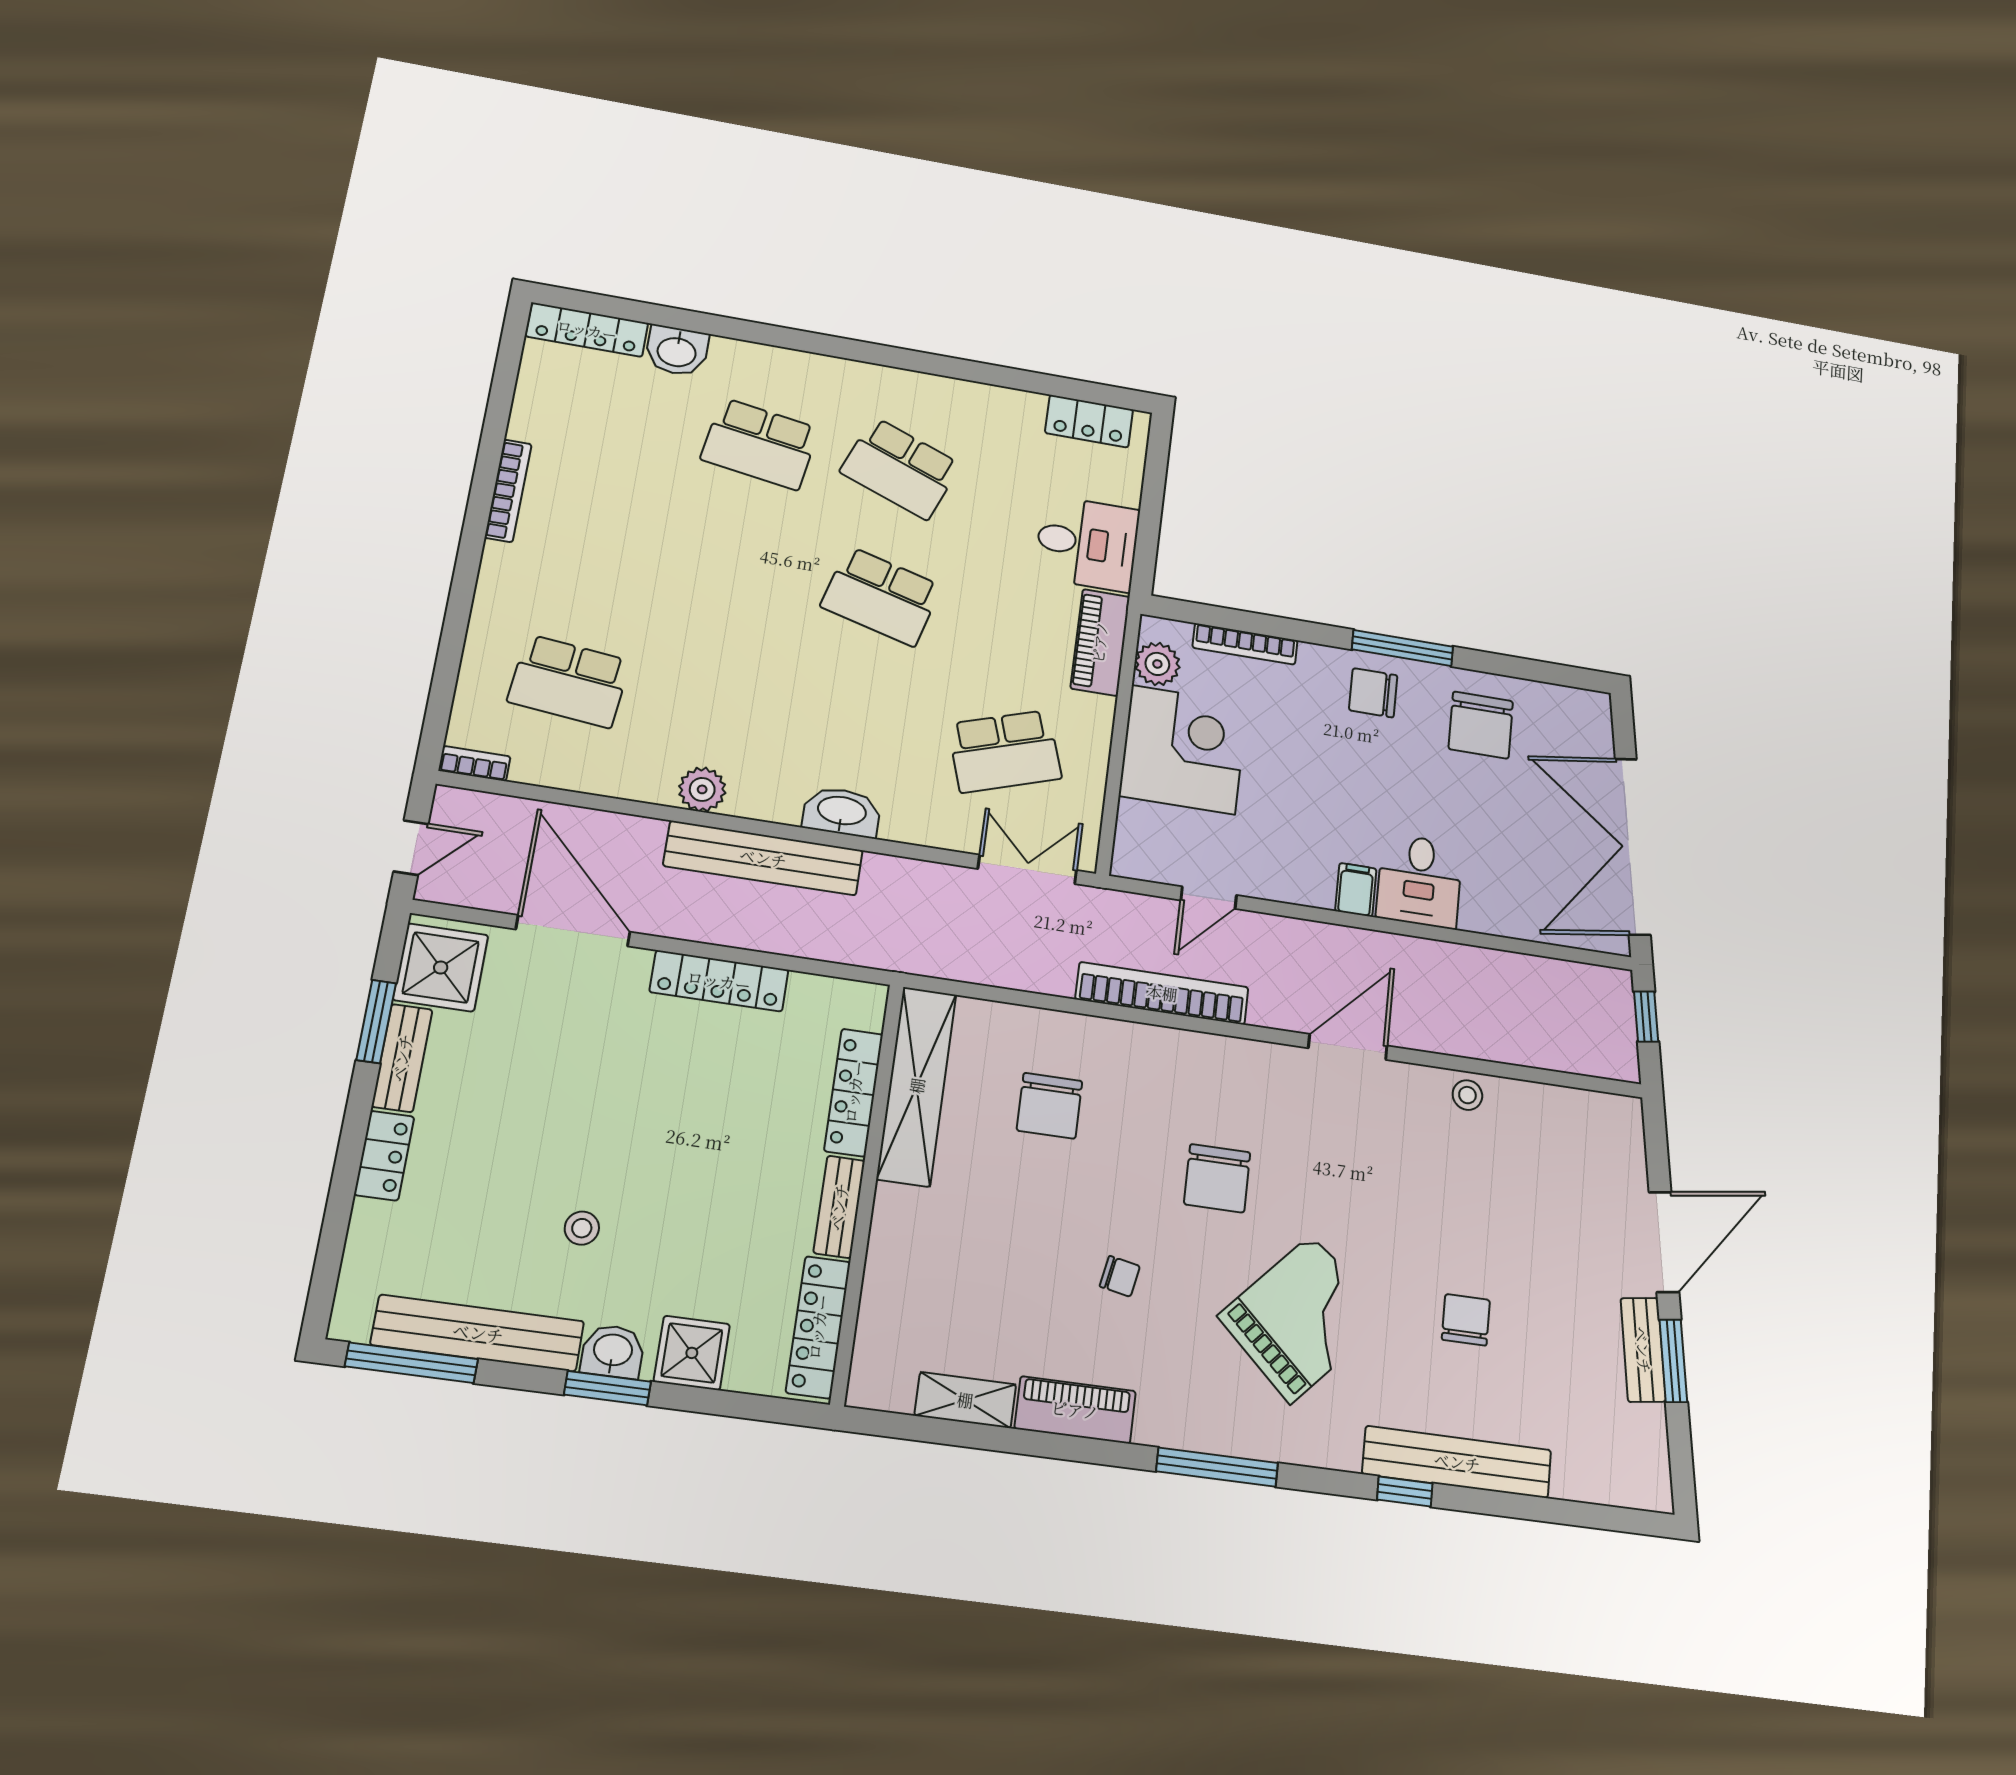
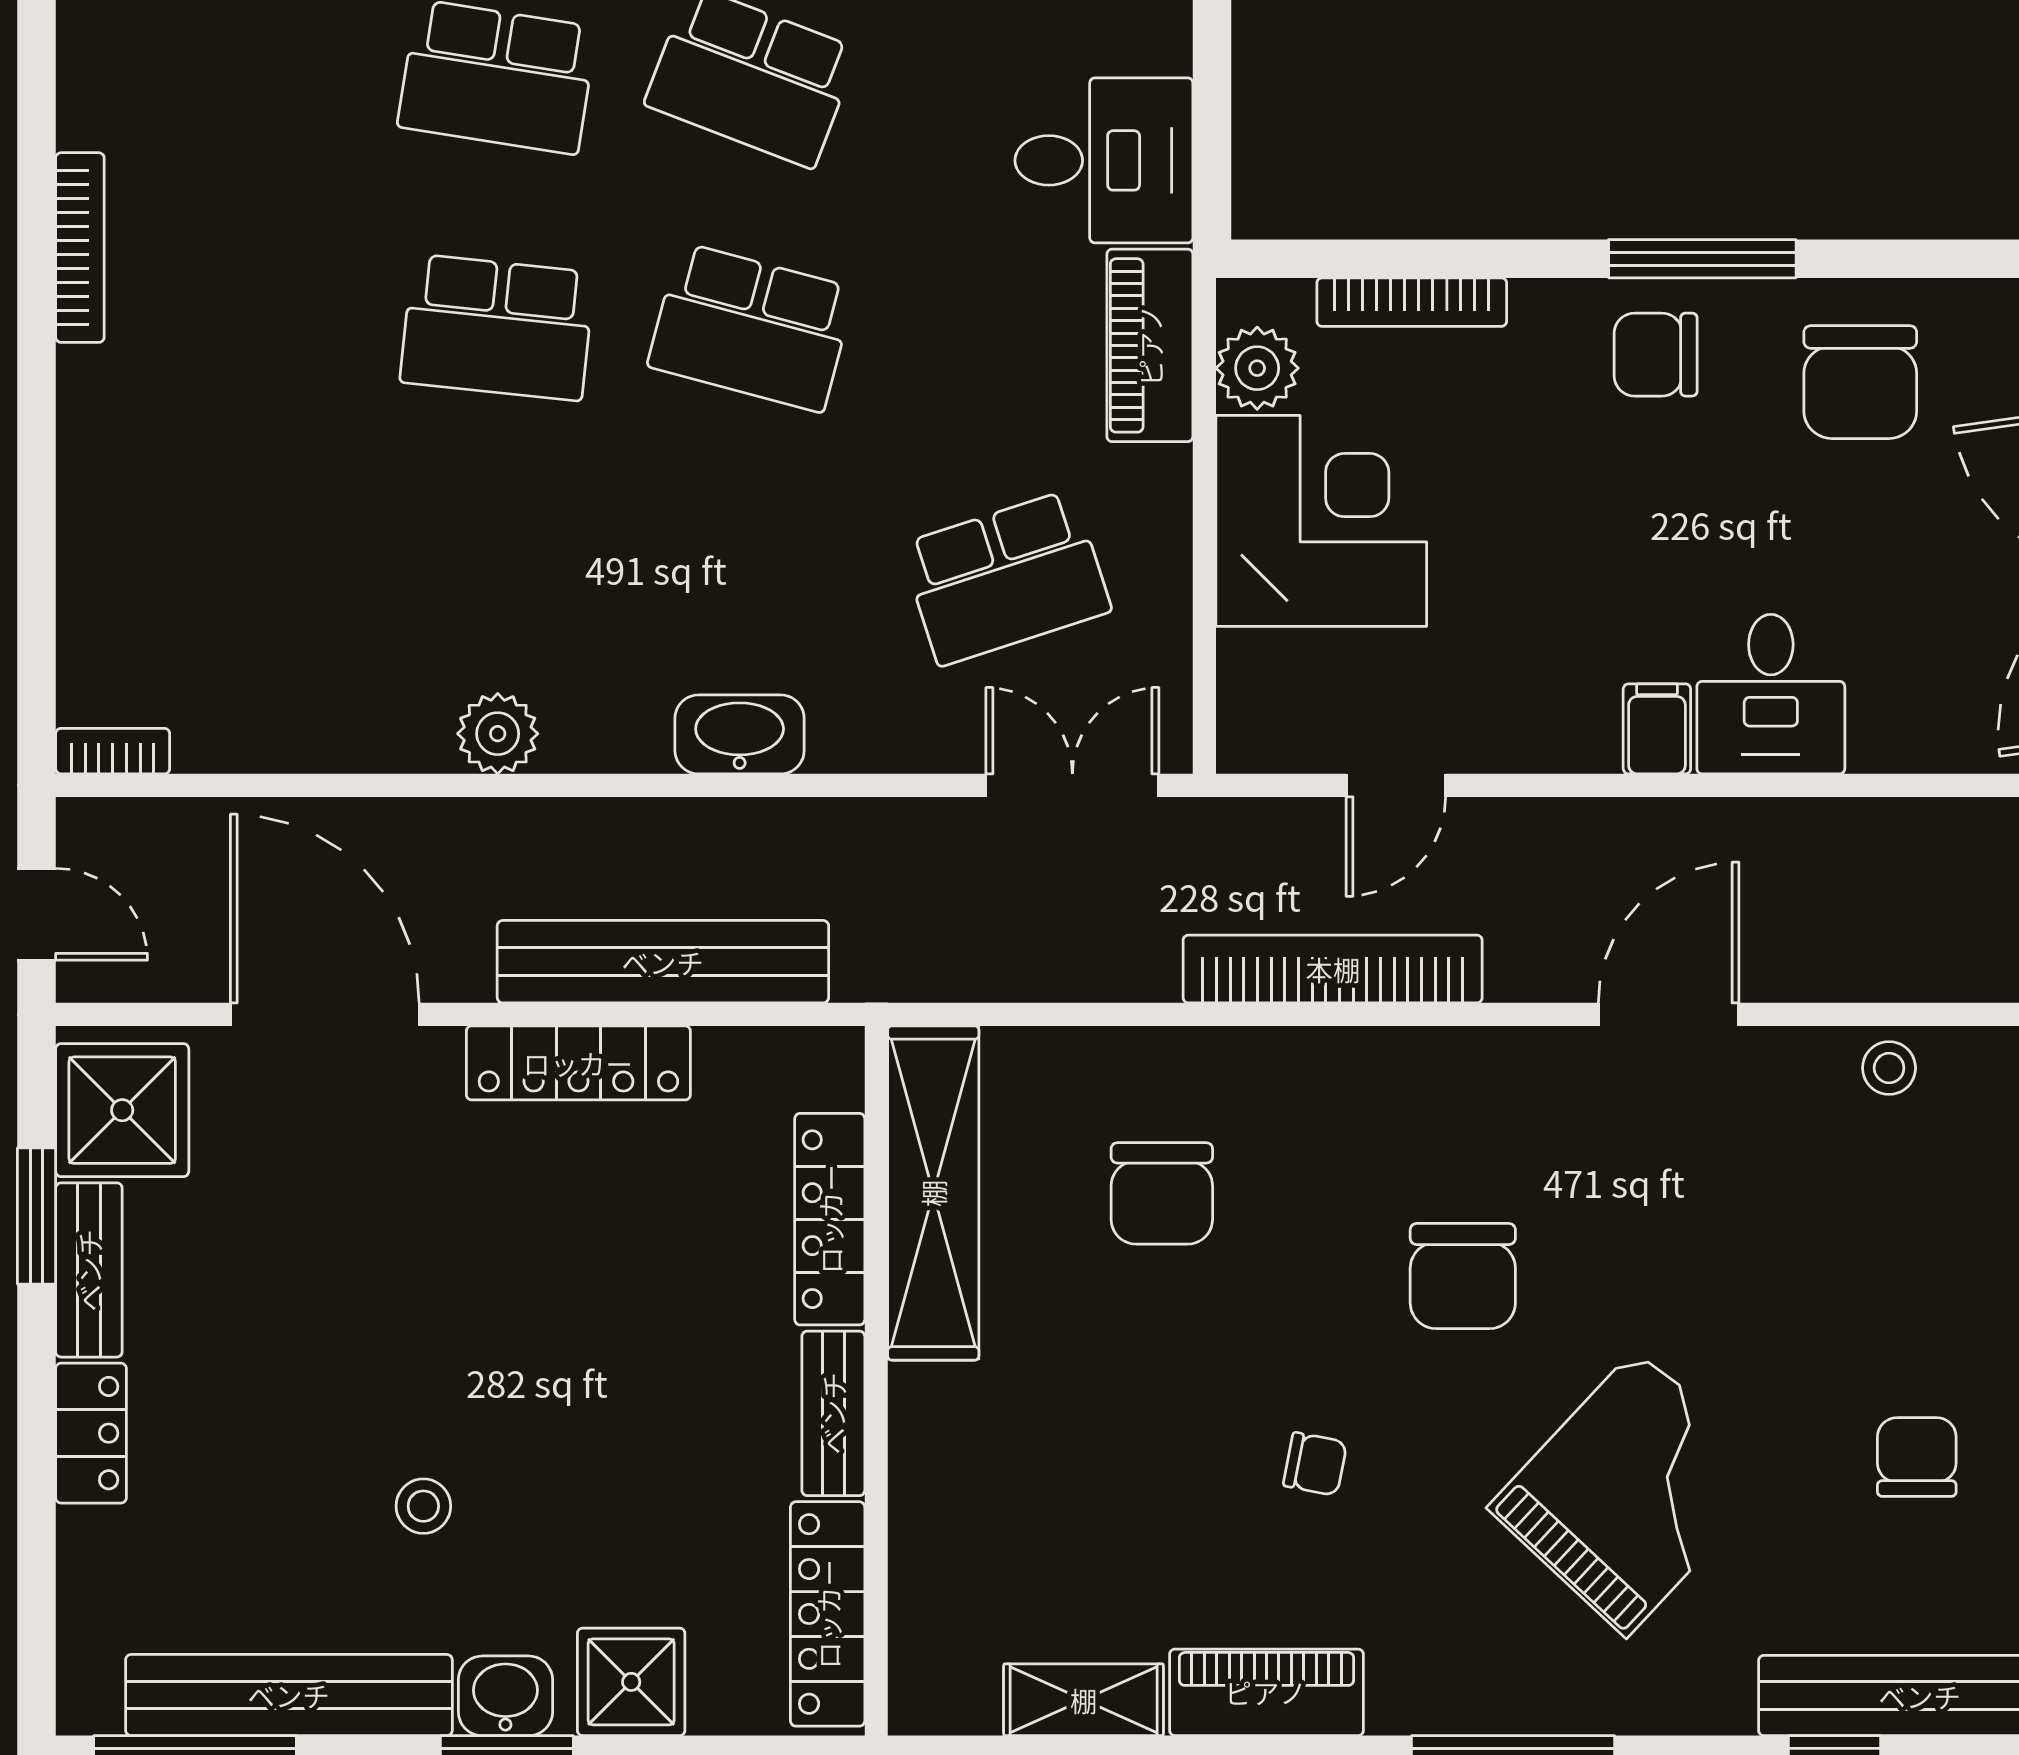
school desk: (569, 681) -> (497, 327), moved
door: (411, 848) -> (37, 914), hinge flipped
bench: (763, 858) -> (663, 962), moved

